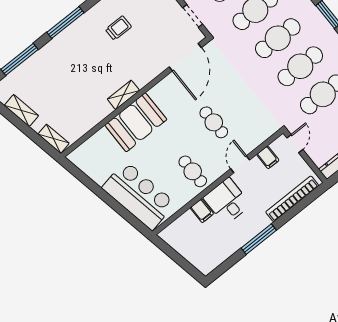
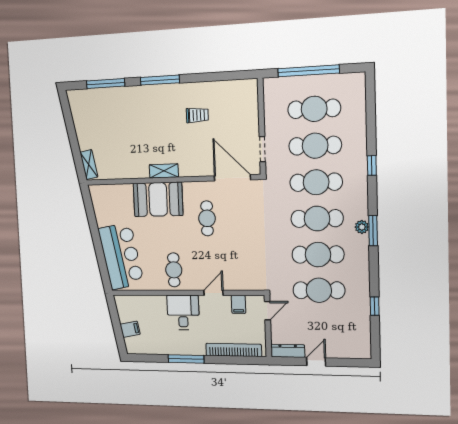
plant: (317, 18) -> (362, 227), added
door: (185, 57) -> (232, 178), swing flipped
shelving: (21, 110) -> (80, 125), removed
cafe table: (214, 122) -> (207, 218), moved
filing cabinet: (202, 211) -> (130, 329), moved, turned -101

